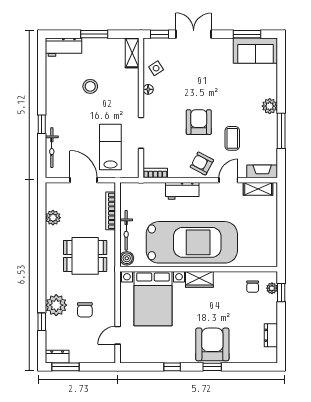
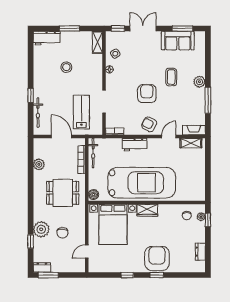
sofa: (255, 51) -> (178, 41), moved
coffee table: (232, 138) -> (171, 77), moved
bicycle: (126, 230) -> (93, 153), moved

